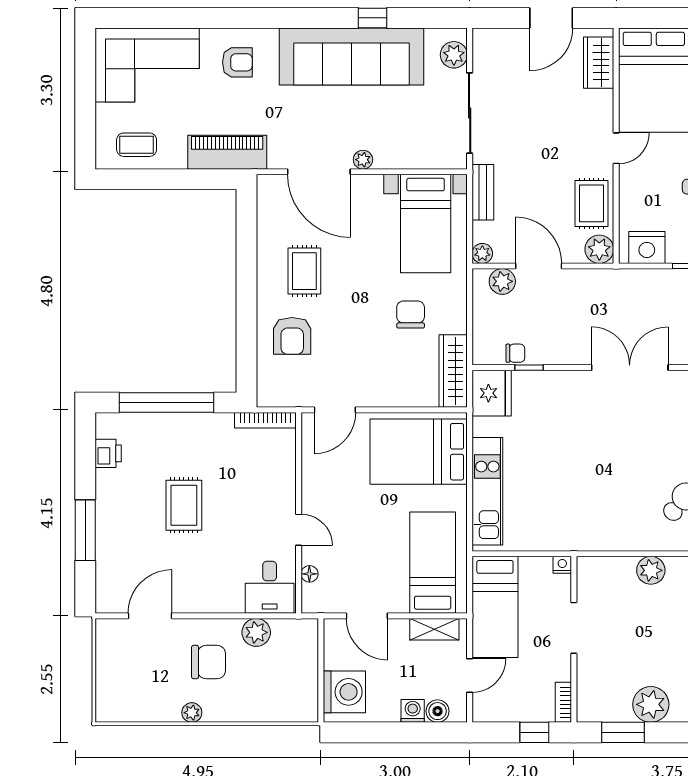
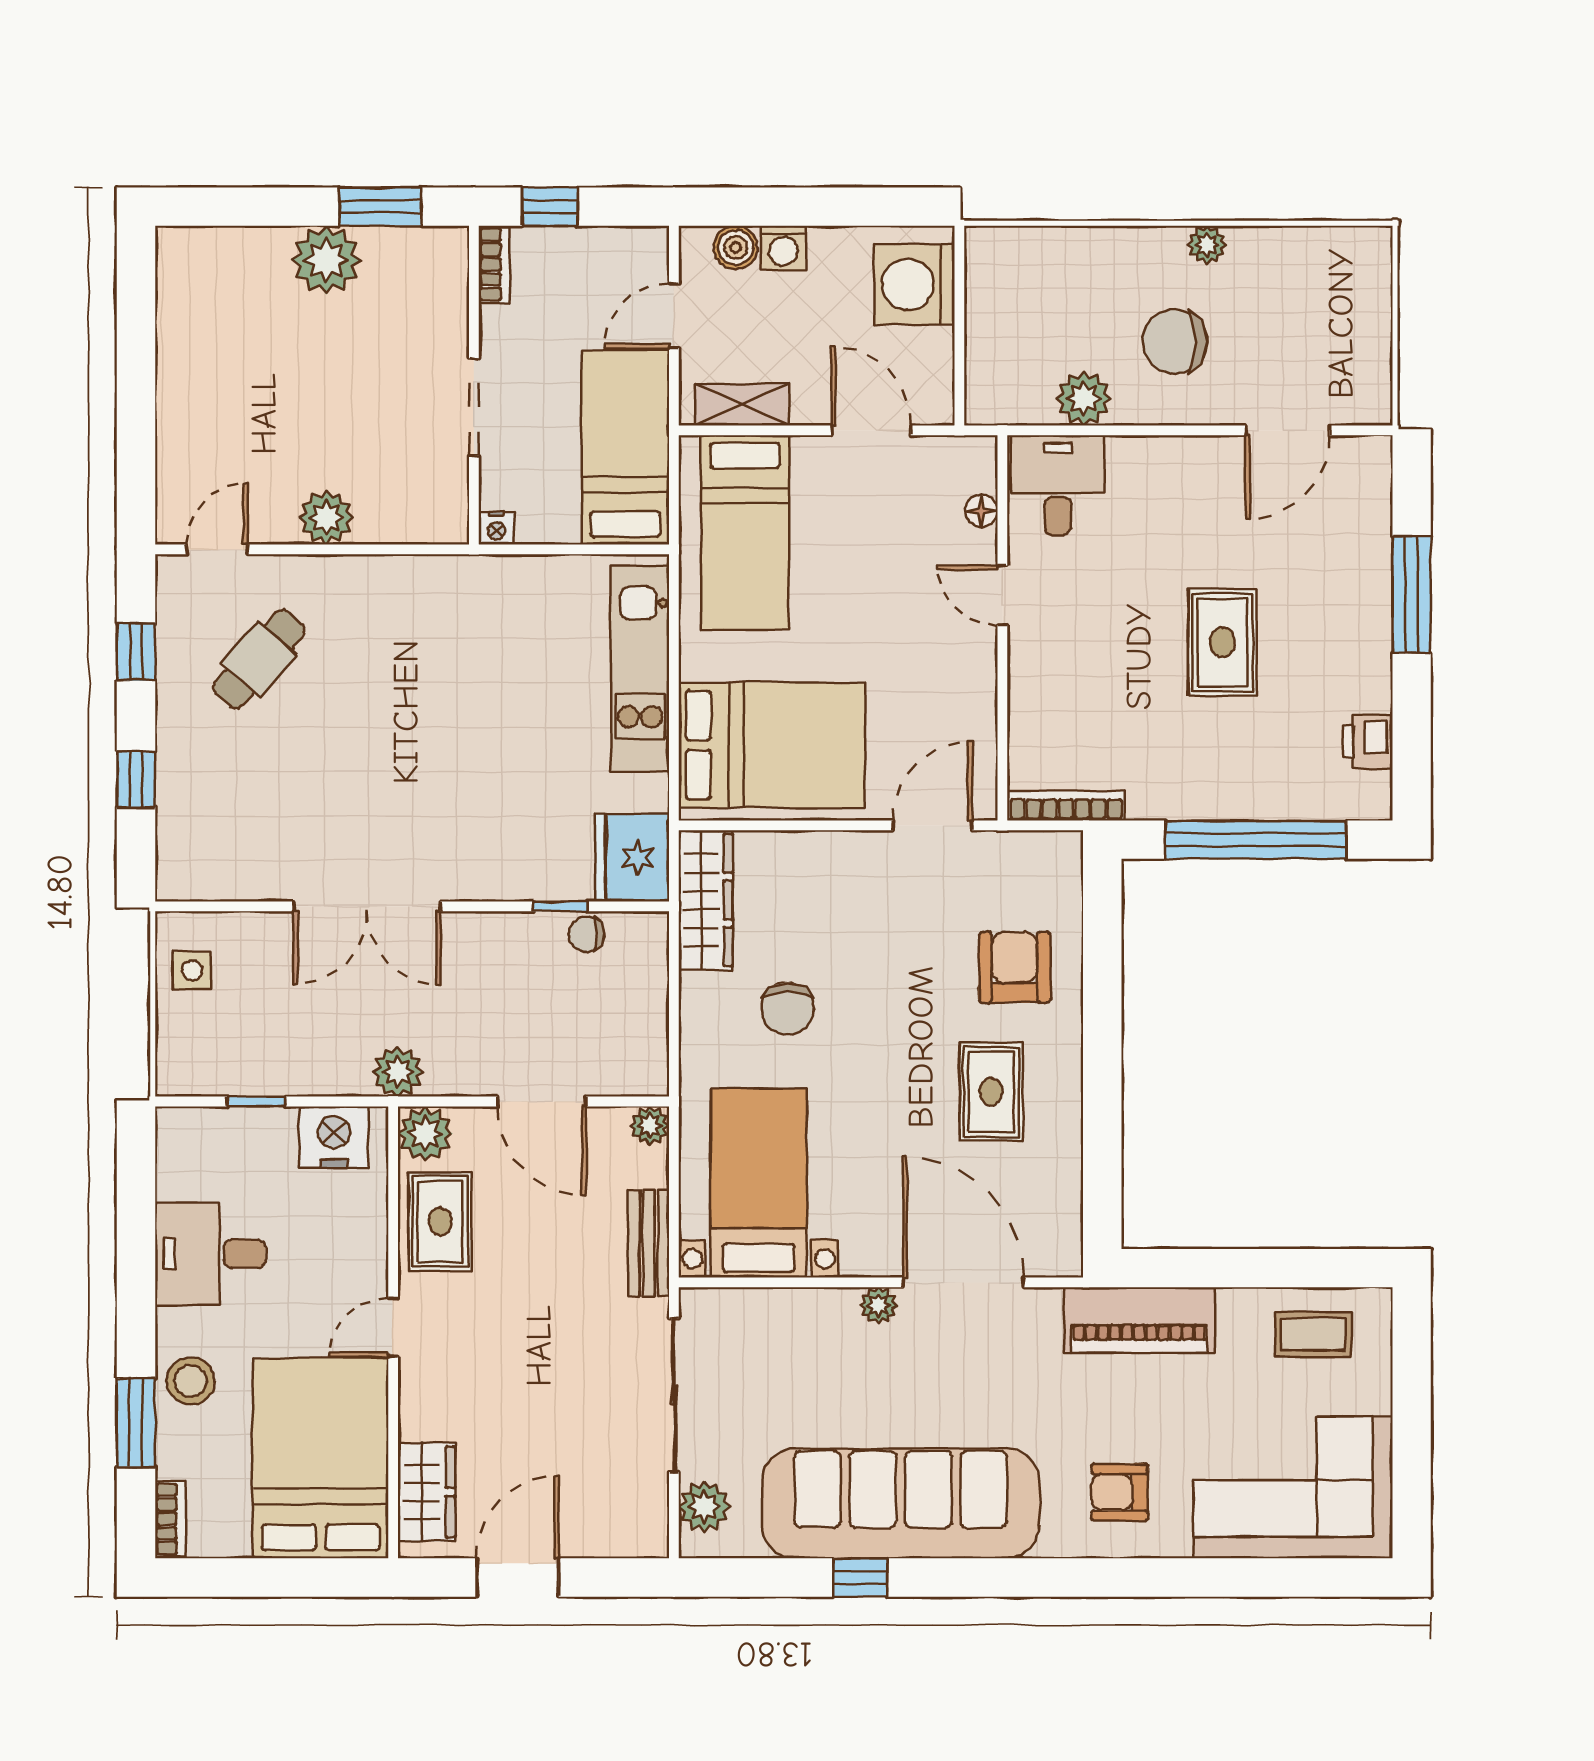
plant: (502, 281) -> (398, 1072), moved

